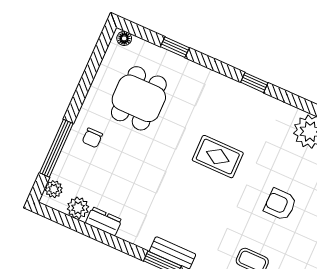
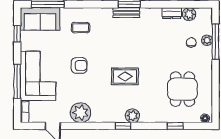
plant: (233, 92) -> (132, 116), added
chair: (92, 138) -> (191, 42), moved
plant: (54, 189) -> (207, 40), moved

